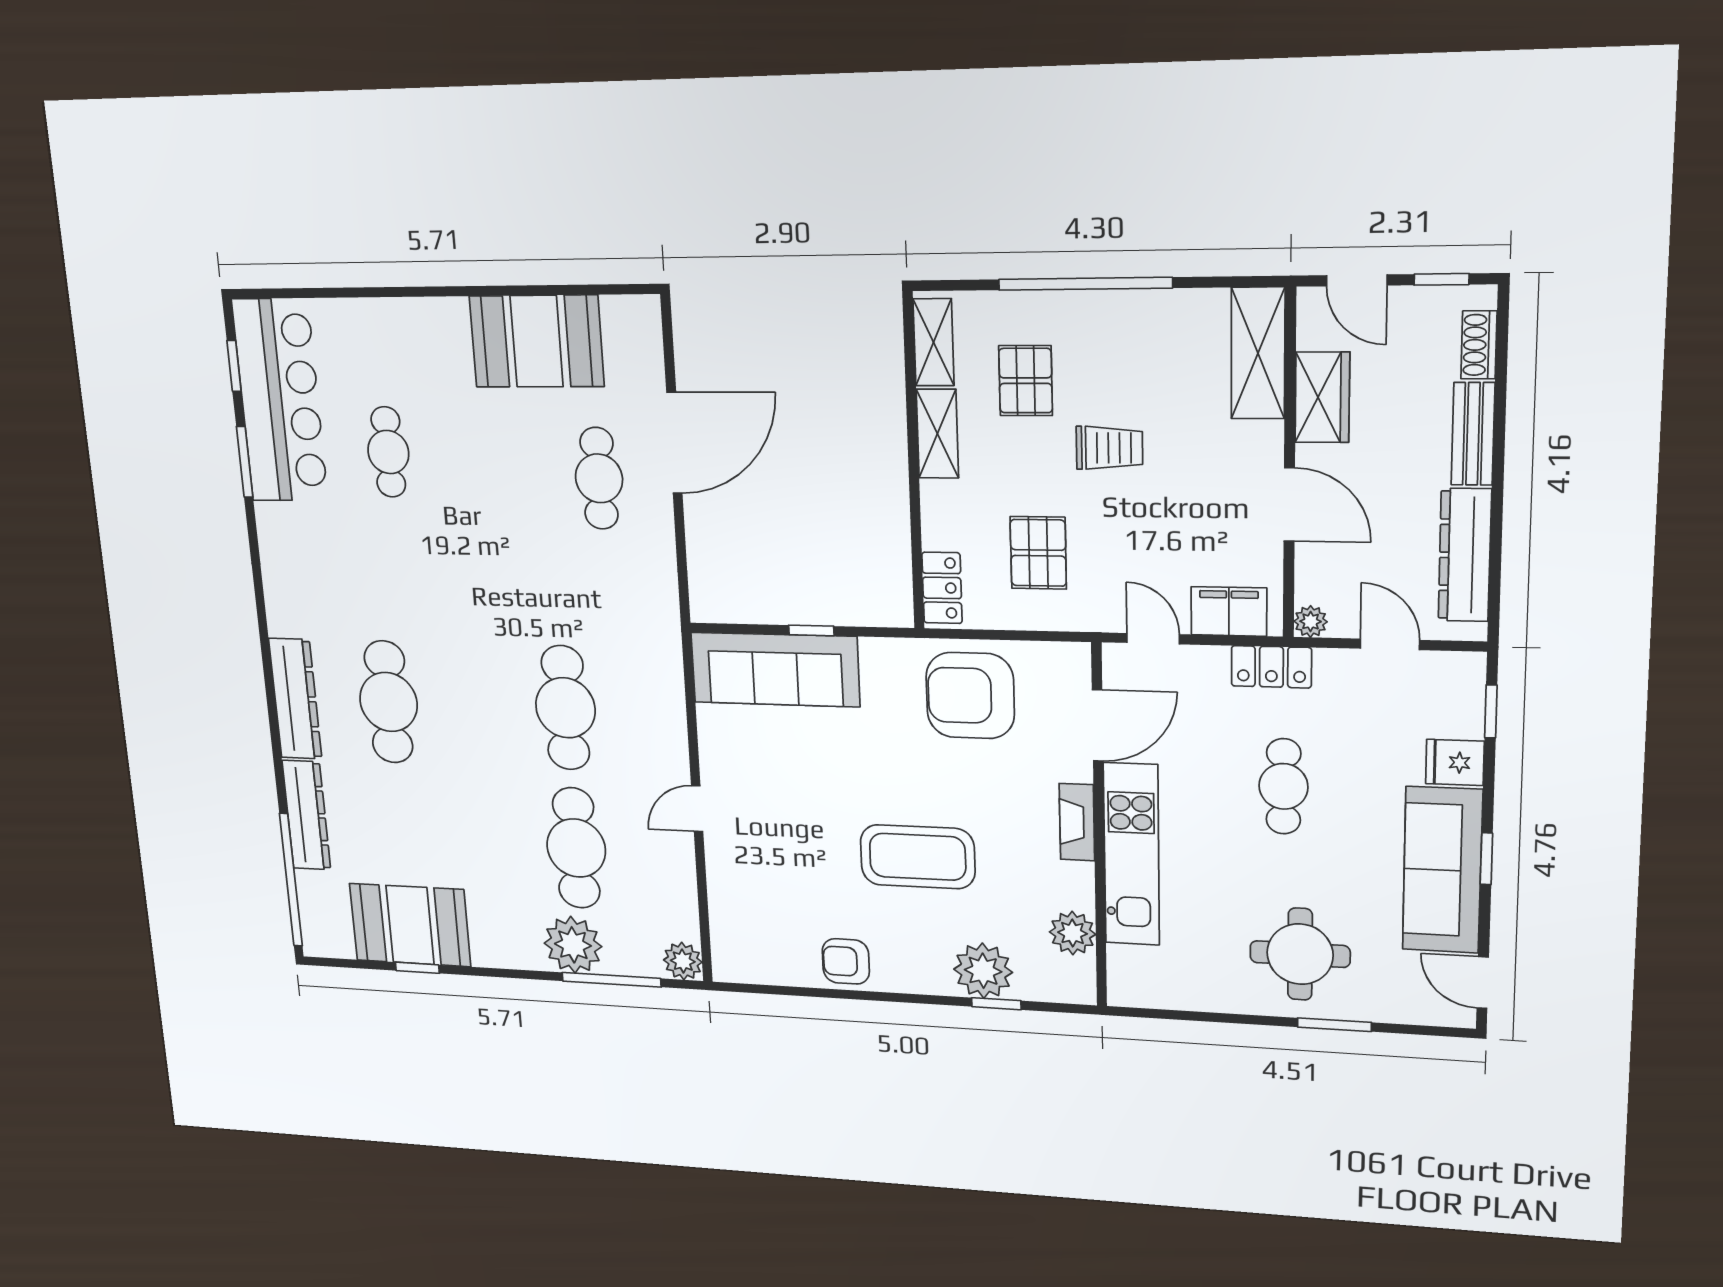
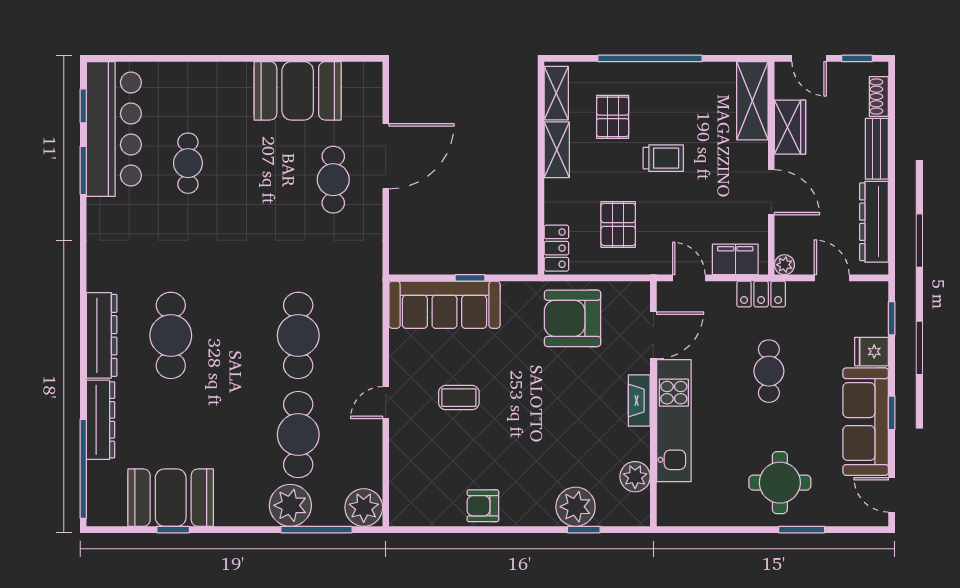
coffee table: (918, 857) -> (459, 398), moved, width x0.54, depth x0.58
plant: (683, 961) -> (364, 508), width x1.36, depth x1.36

